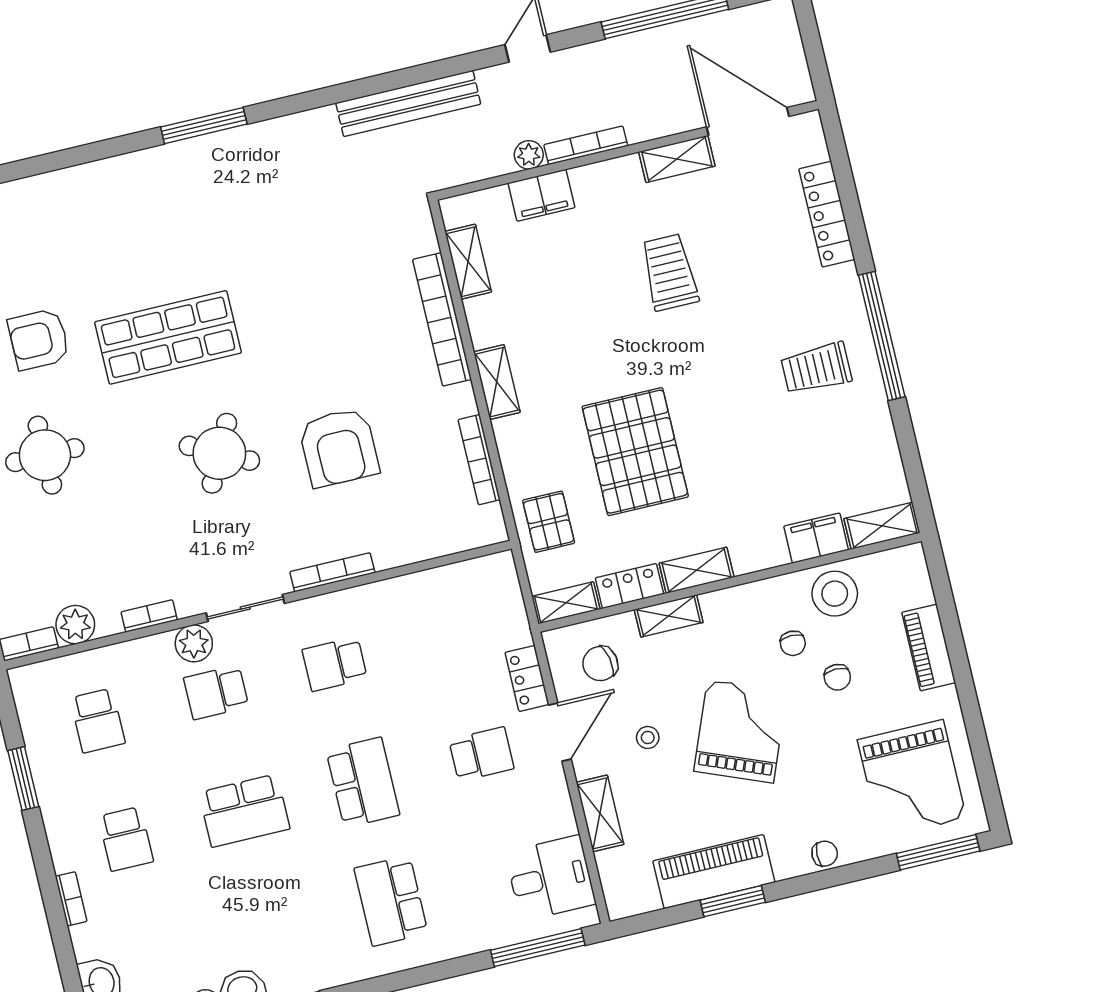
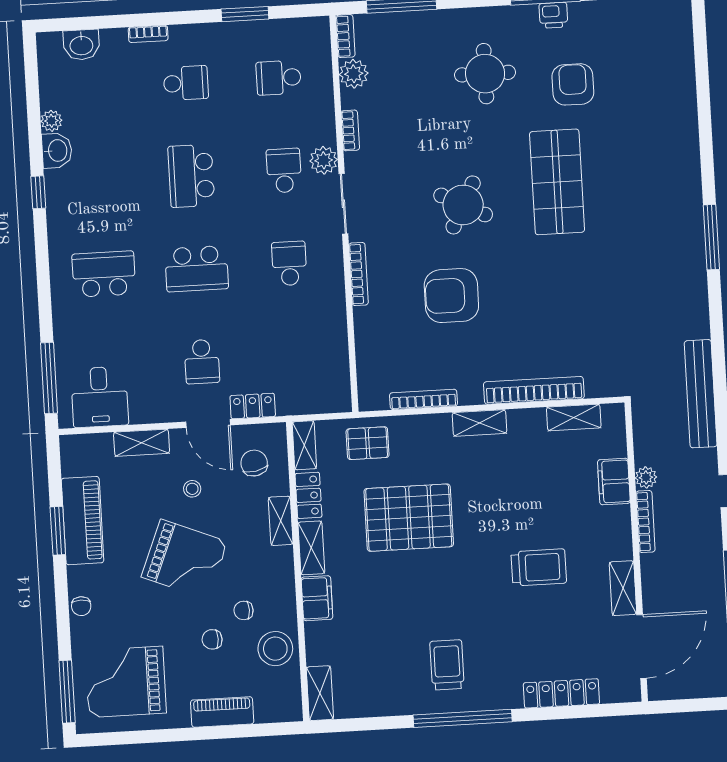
filing cabinet: (816, 538) -> (317, 598), moved
school desk: (126, 839) -> (186, 83), turned 180

